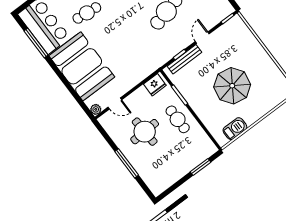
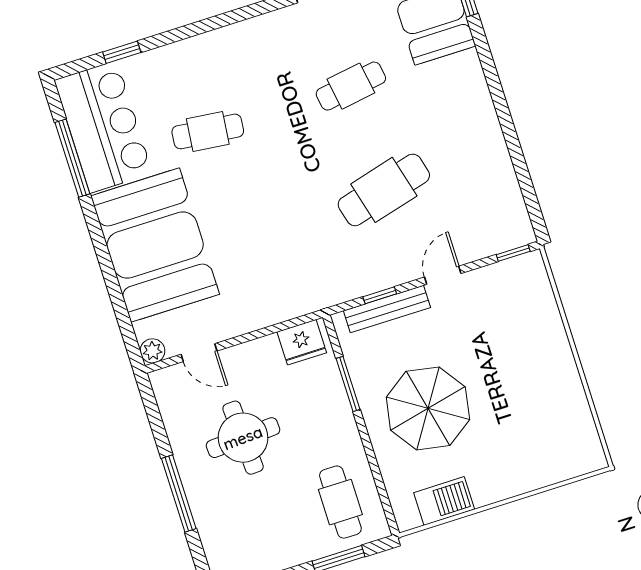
parasol: (232, 86) -> (428, 408), moved
cafe table: (178, 119) -> (340, 502), moved

